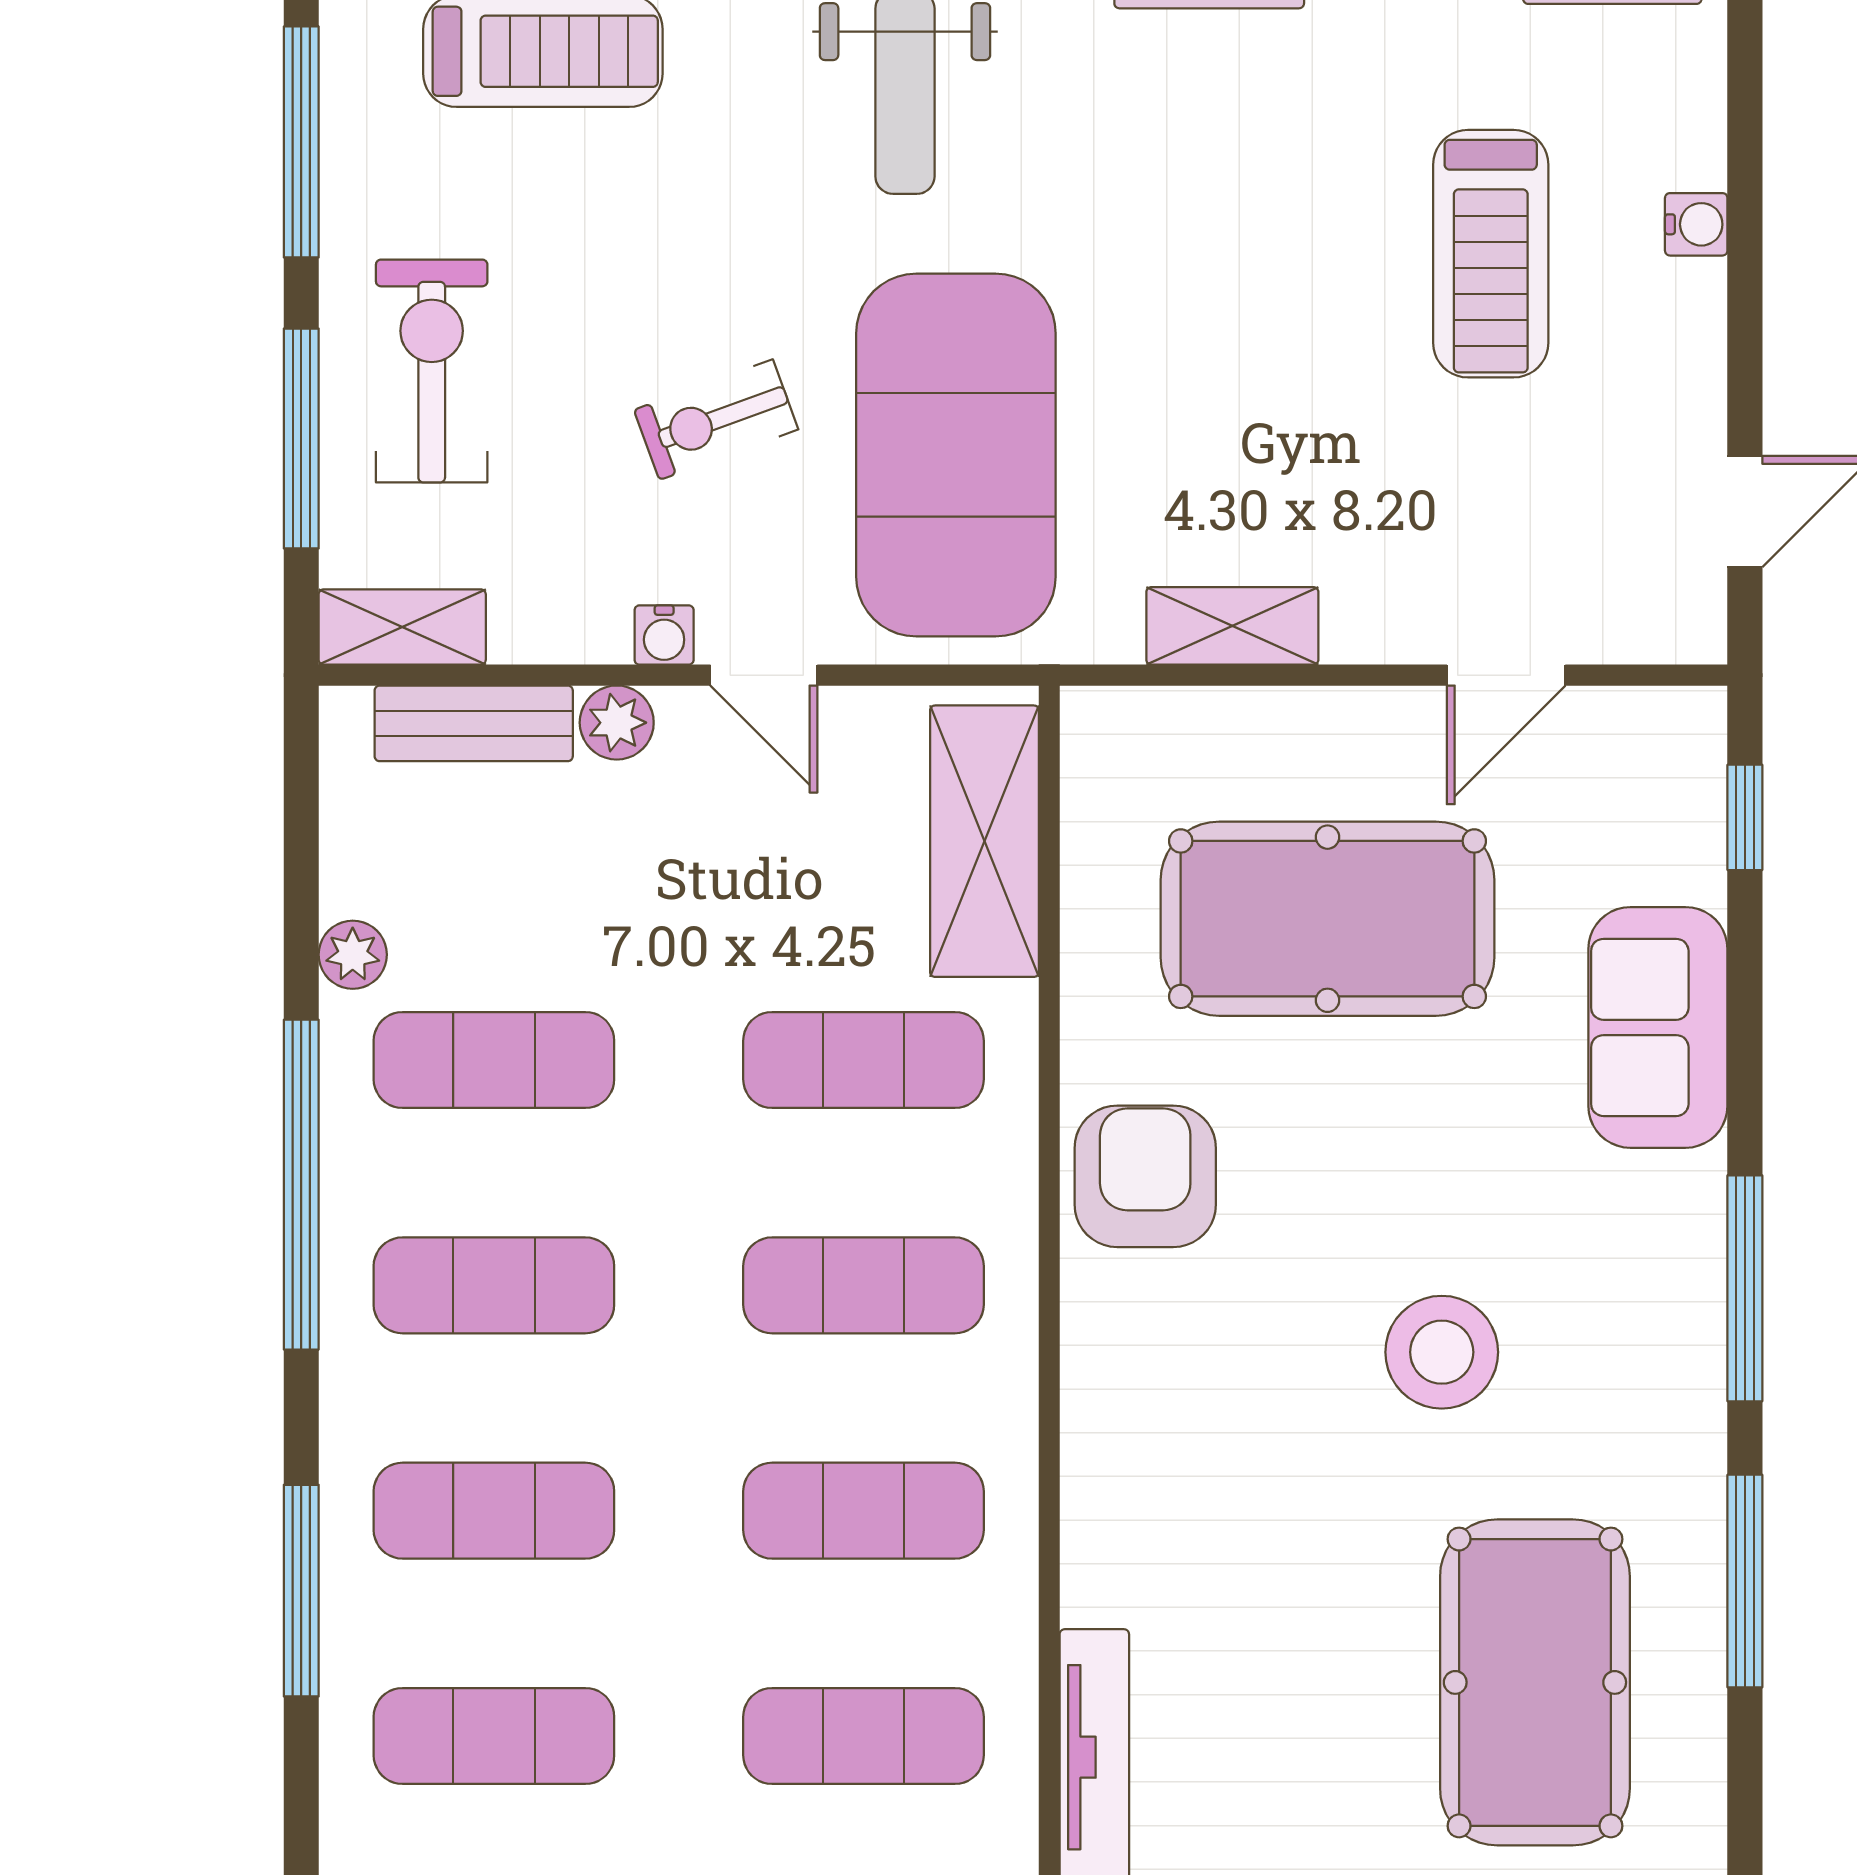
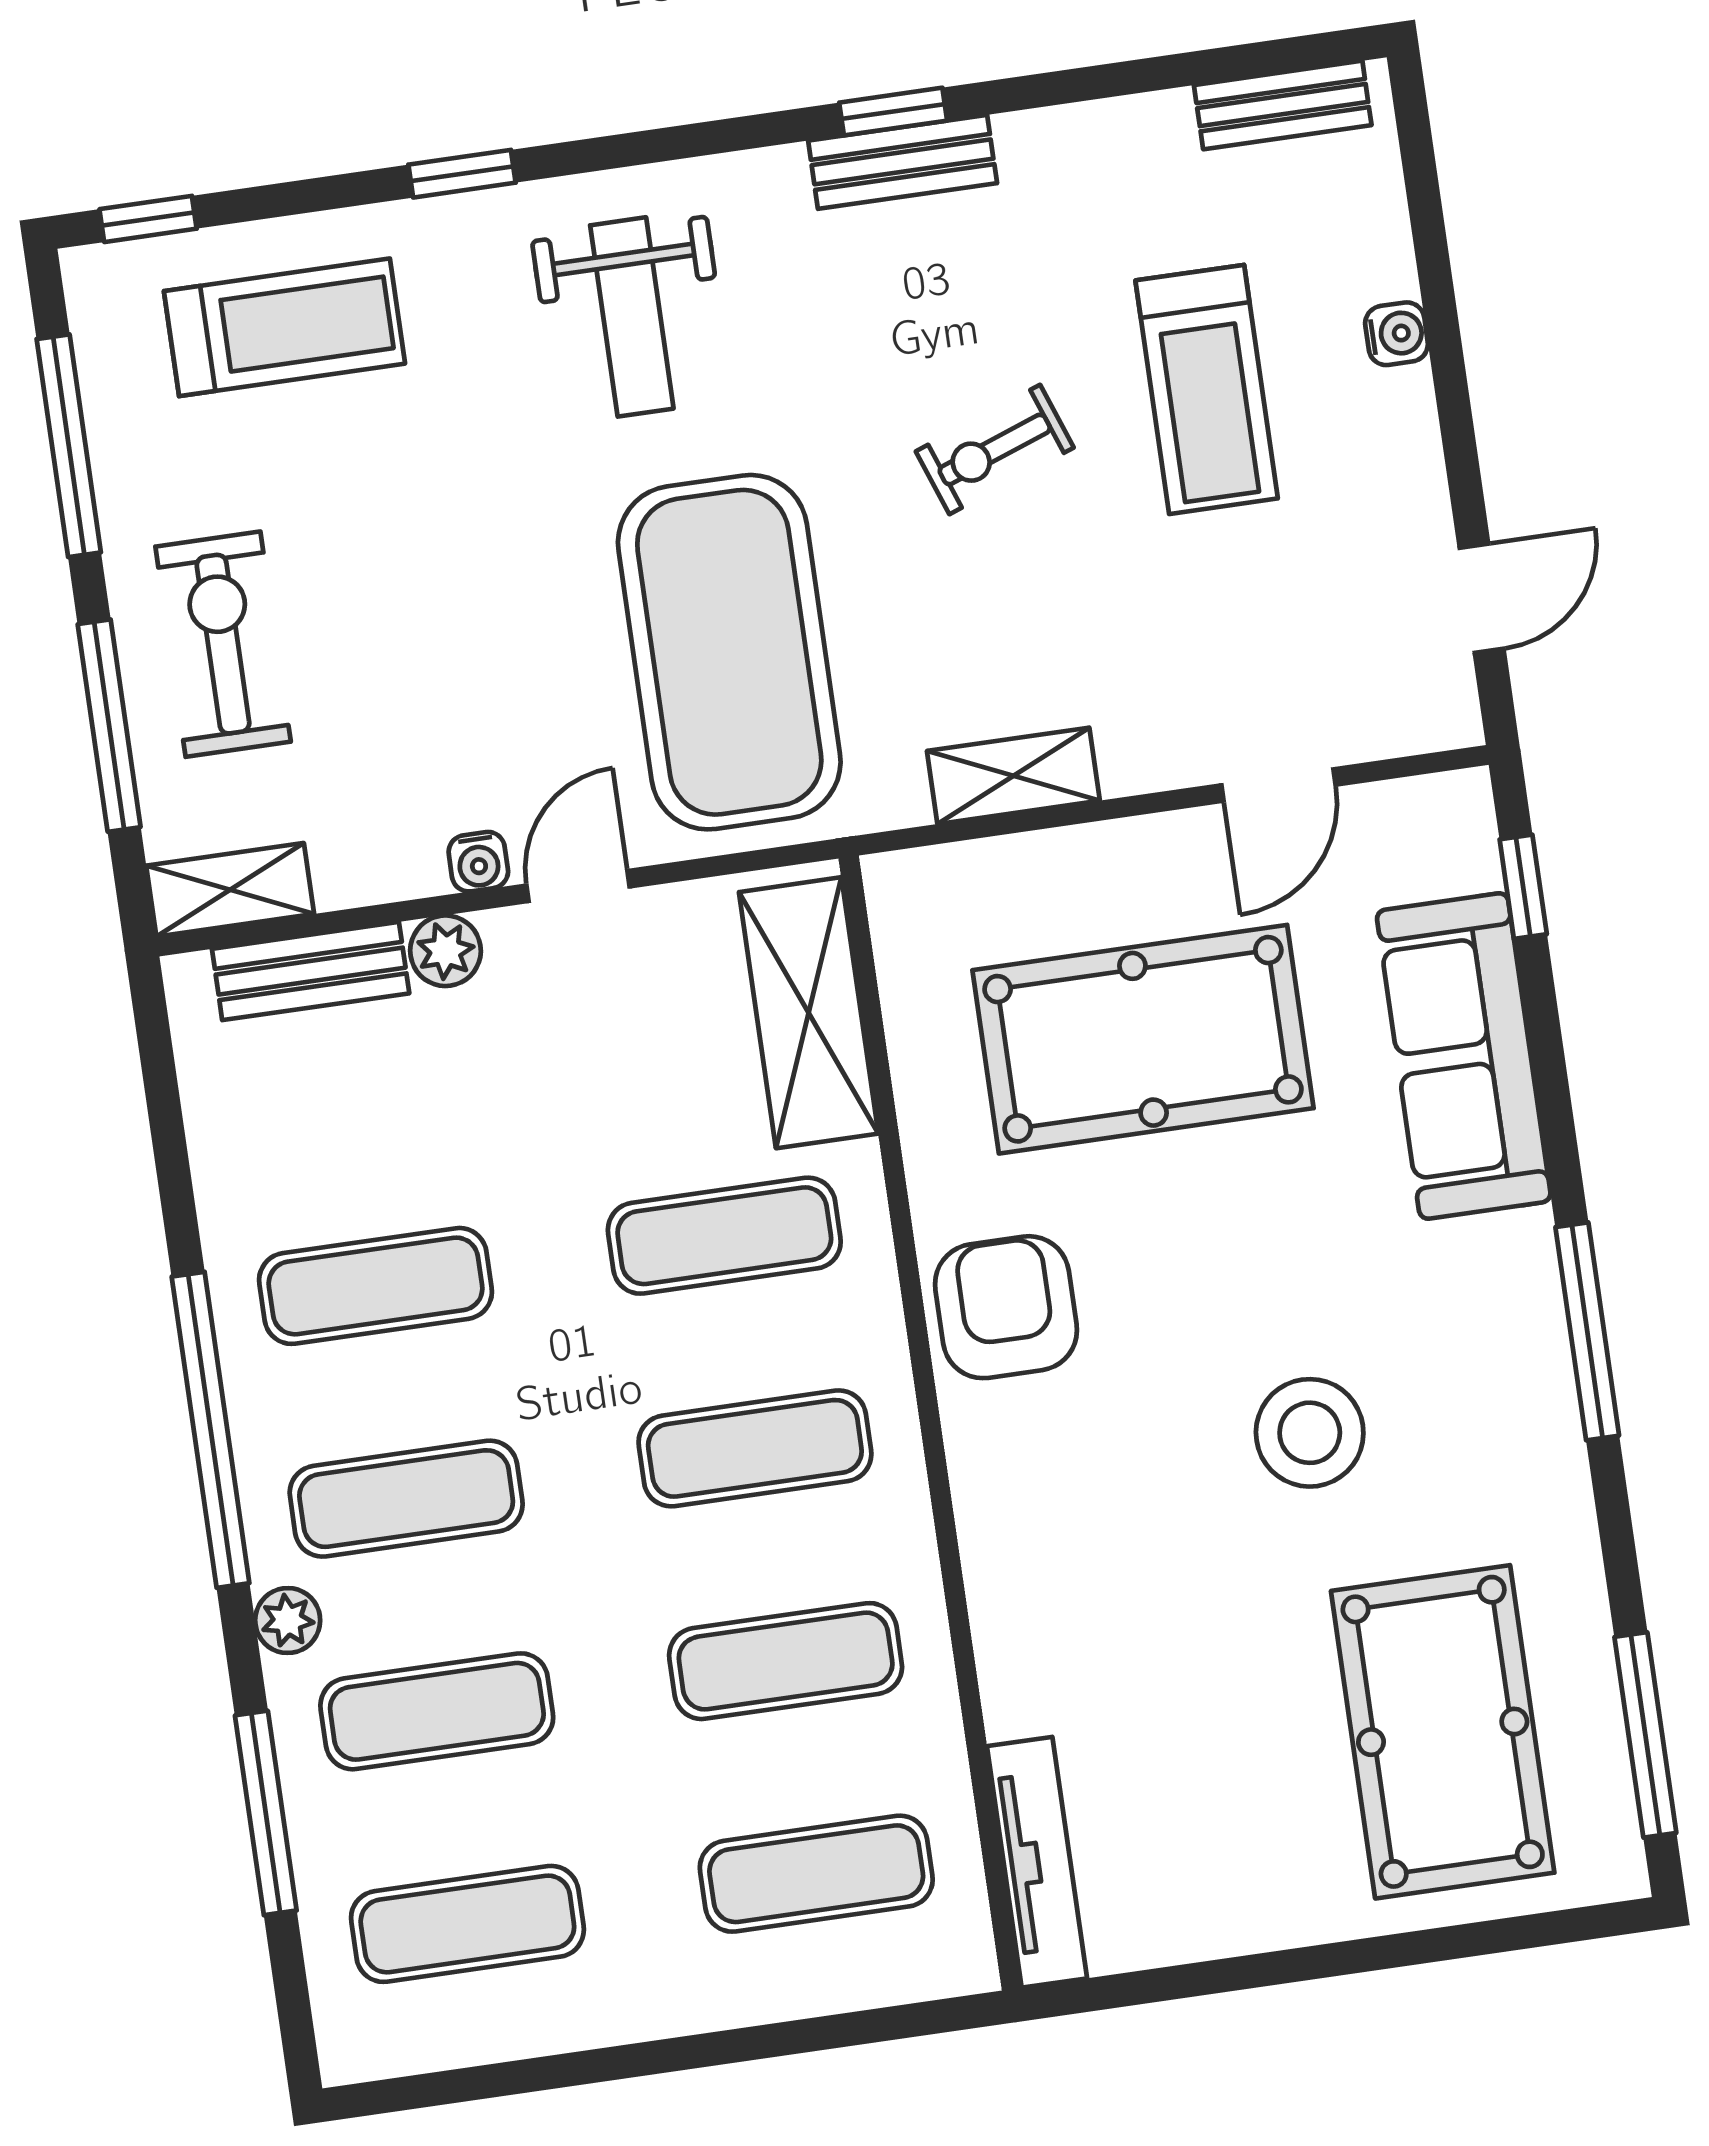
exercise bike: (716, 420) -> (995, 449), moved
door: (764, 675) -> (578, 886), swing flipped
plant: (353, 955) -> (288, 1621), moved
sofa: (1658, 1027) -> (1464, 1056), width x1.36
window: (1745, 1581) -> (1645, 1735), moved

